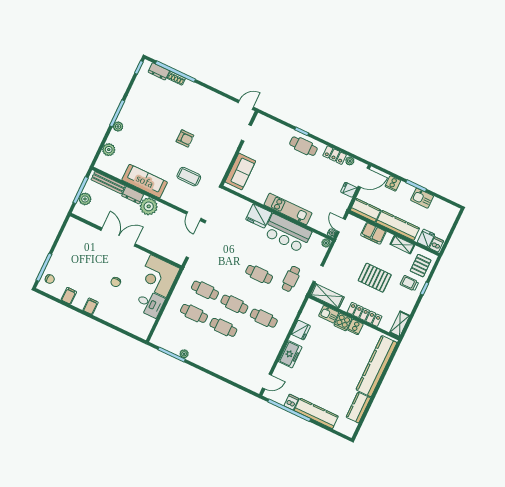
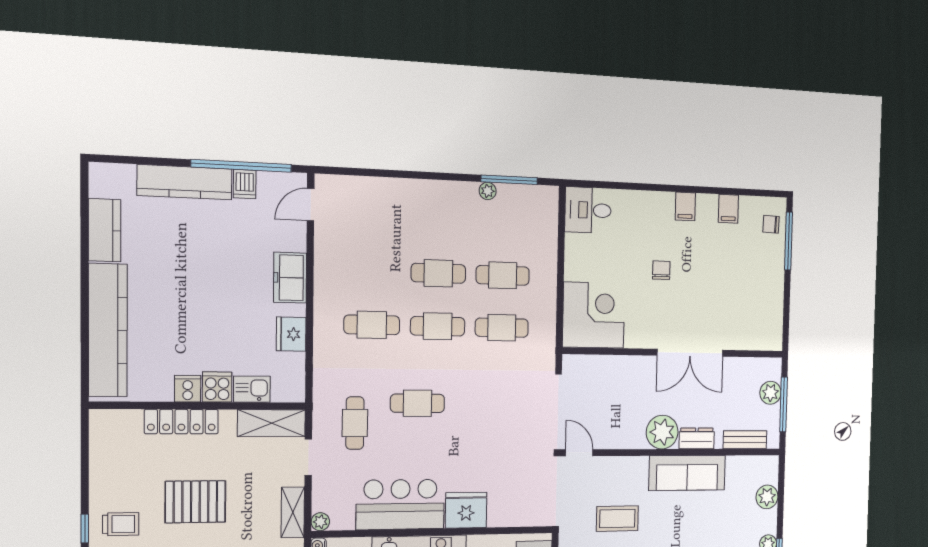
bench: (108, 183) -> (745, 440), width x0.73
desk: (150, 304) -> (588, 210), moved
shelving: (400, 324) -> (293, 512), moved

